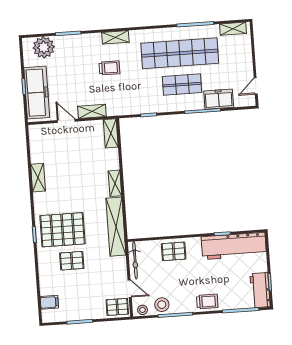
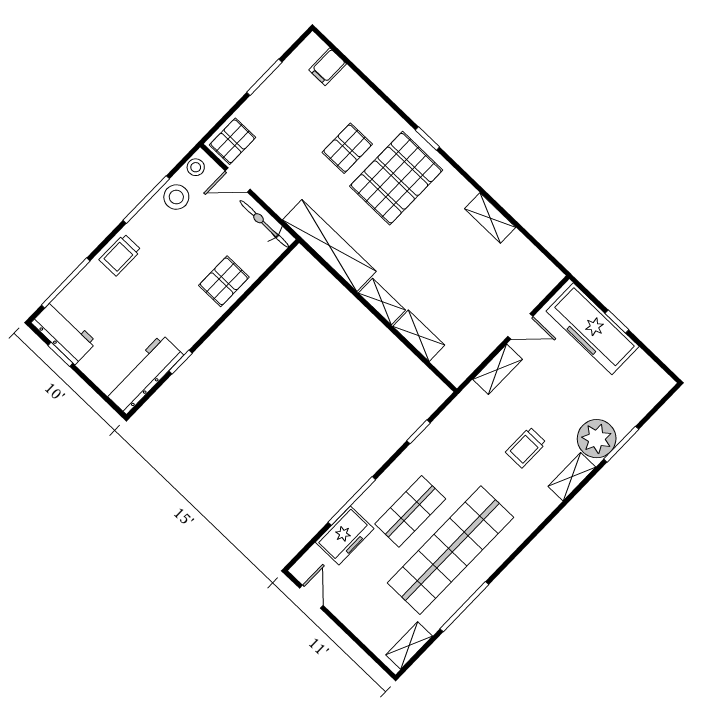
shelving: (115, 37) -> (572, 477), moved
plant: (44, 47) -> (597, 439), moved
shelving: (111, 133) -> (419, 336), moved
workbench: (234, 246) -> (144, 374), width x0.73, depth x0.76

